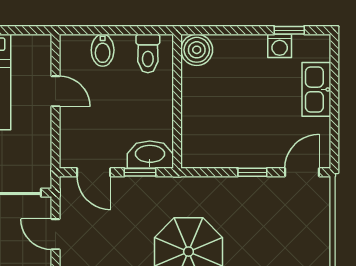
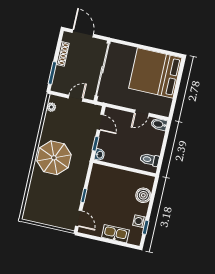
bidet: (103, 50) -> (159, 124), moved
boiler: (197, 50) -> (143, 195), moved
washbasin: (150, 155) -> (100, 155), width x0.52, depth x0.69
door: (94, 172) -> (100, 122), swing flipped

